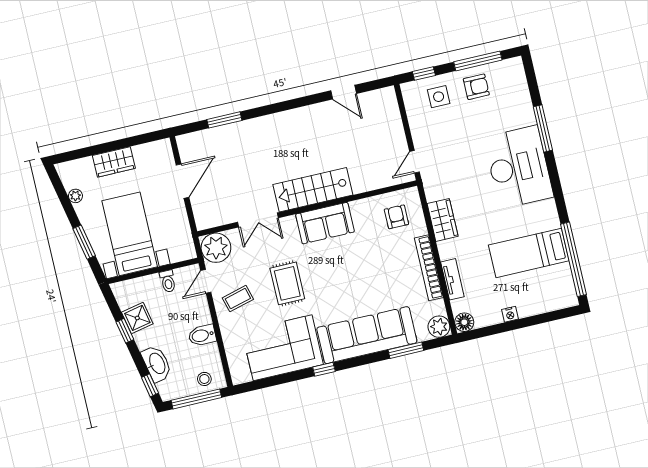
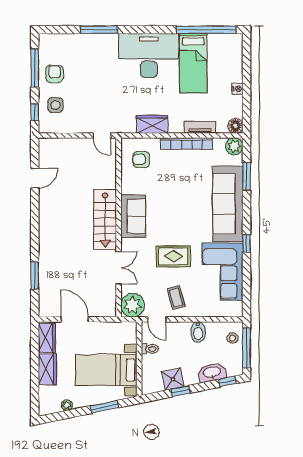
wardrobe: (152, 152) -> (47, 338), added
desk: (519, 167) -> (149, 56), moved

